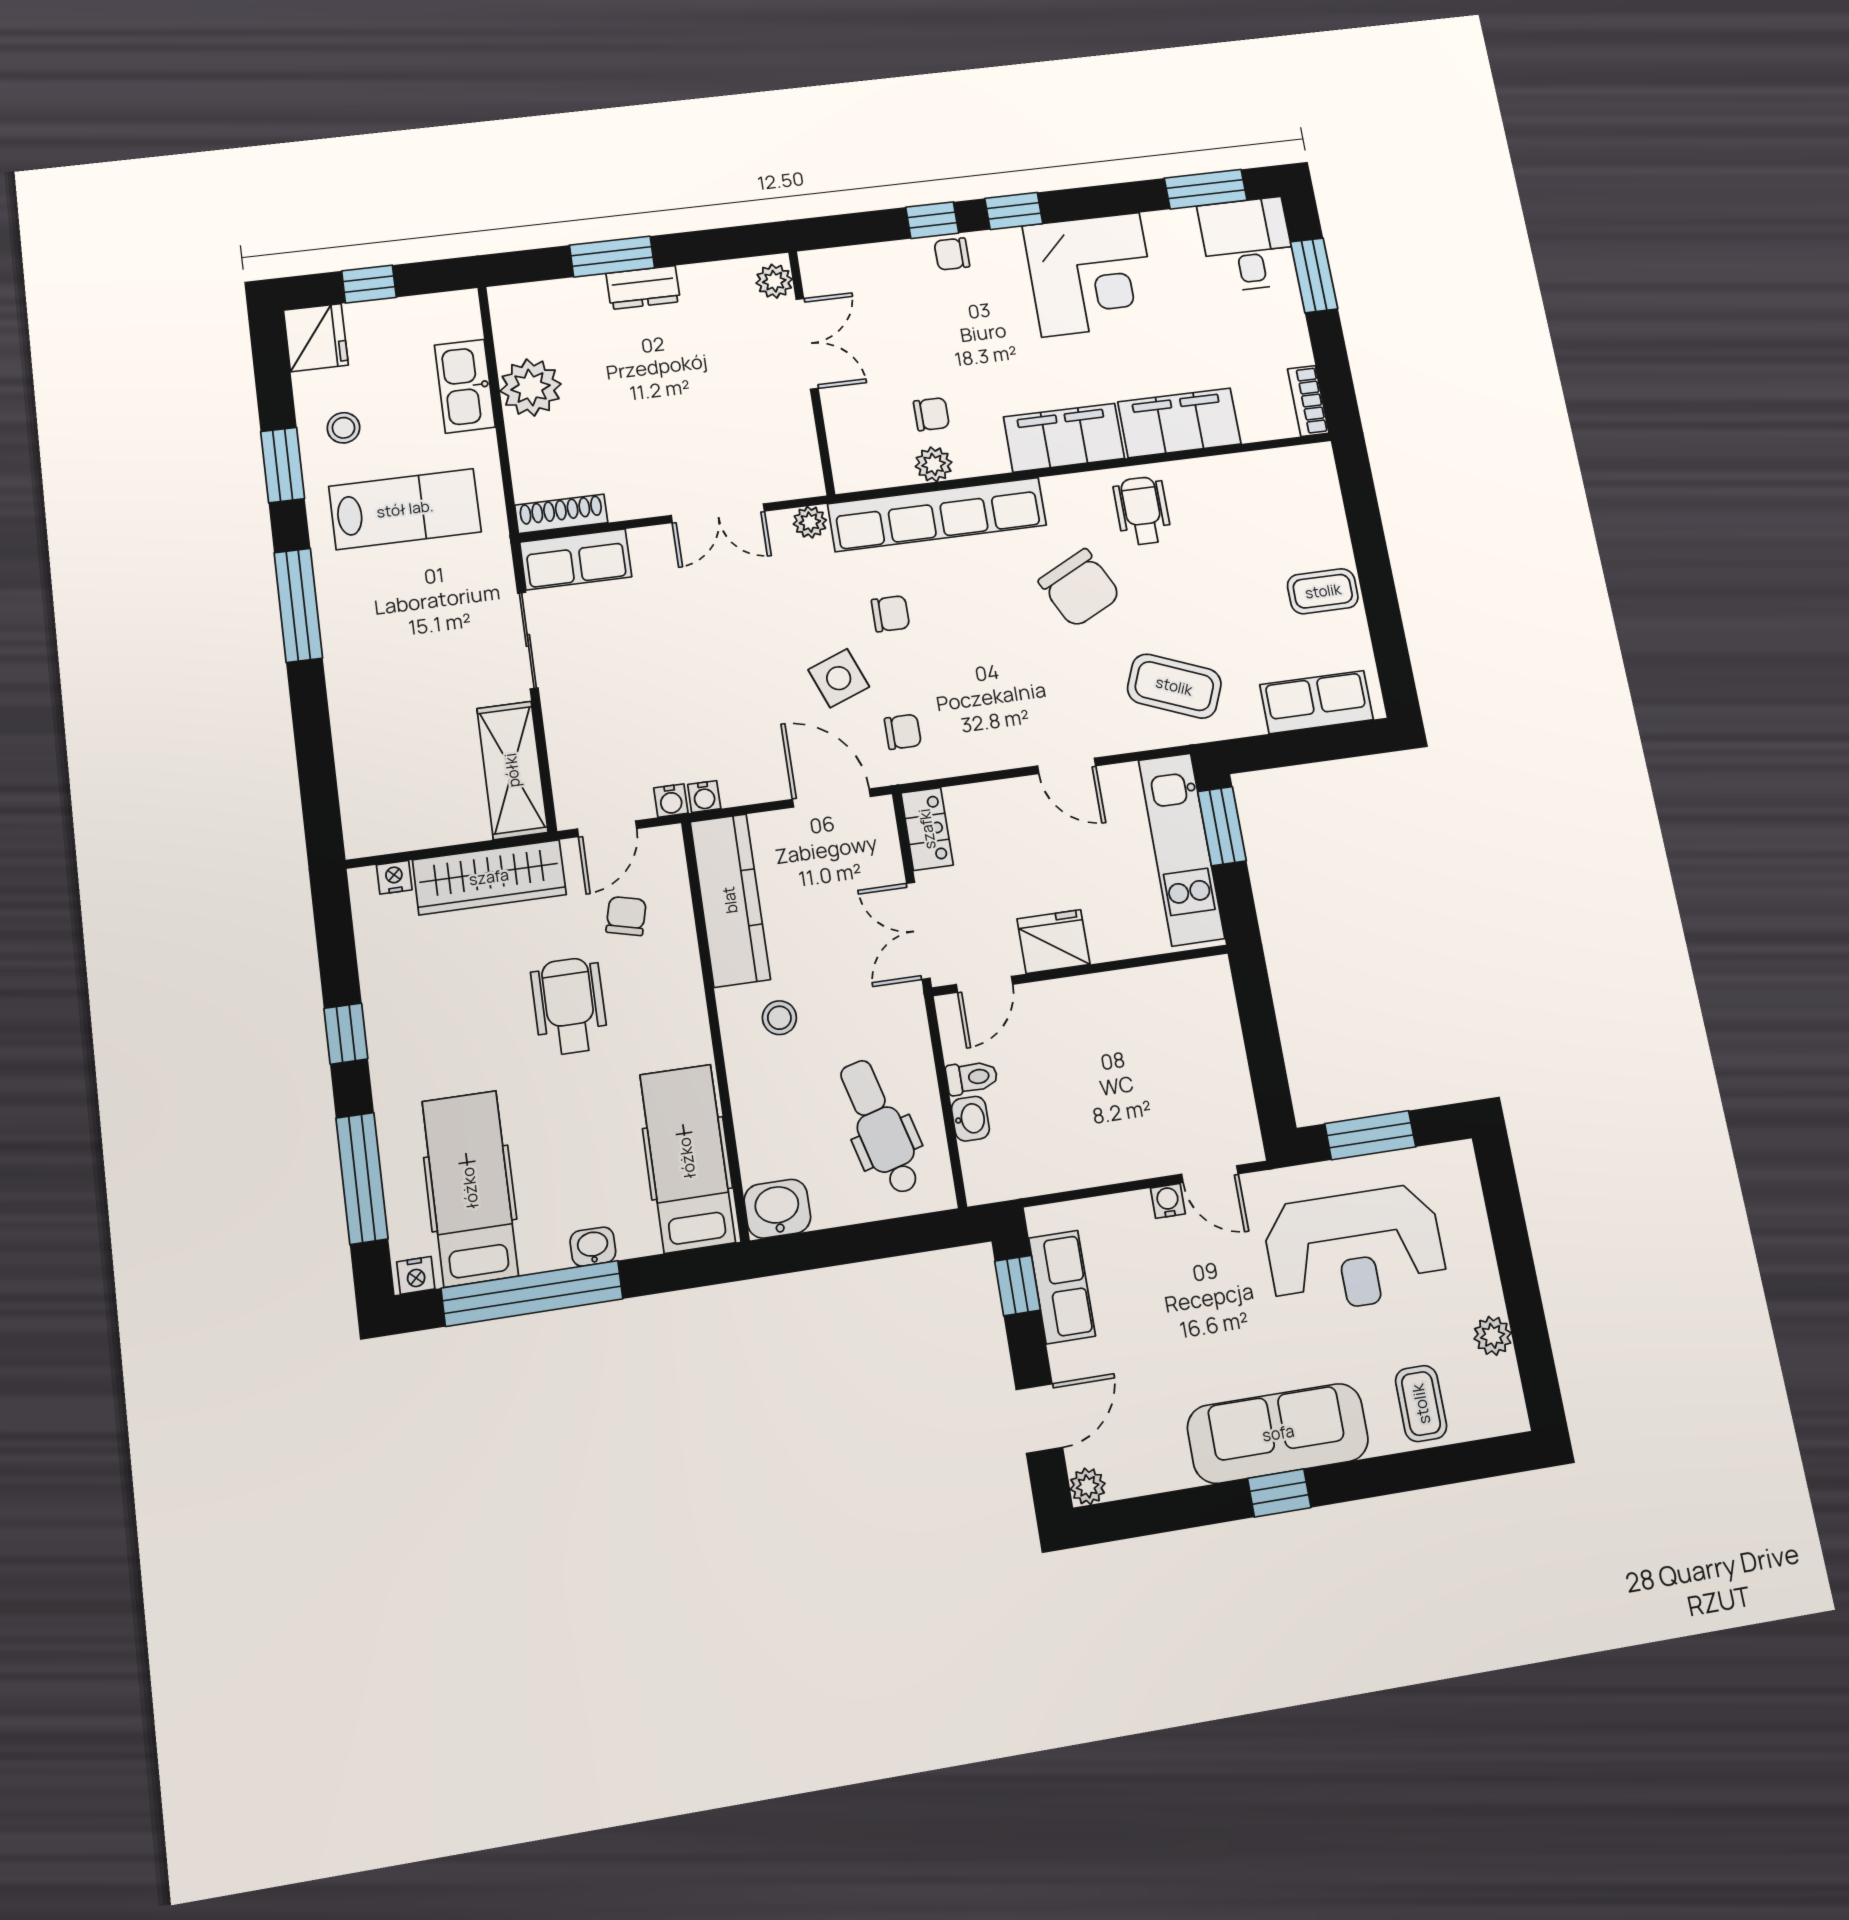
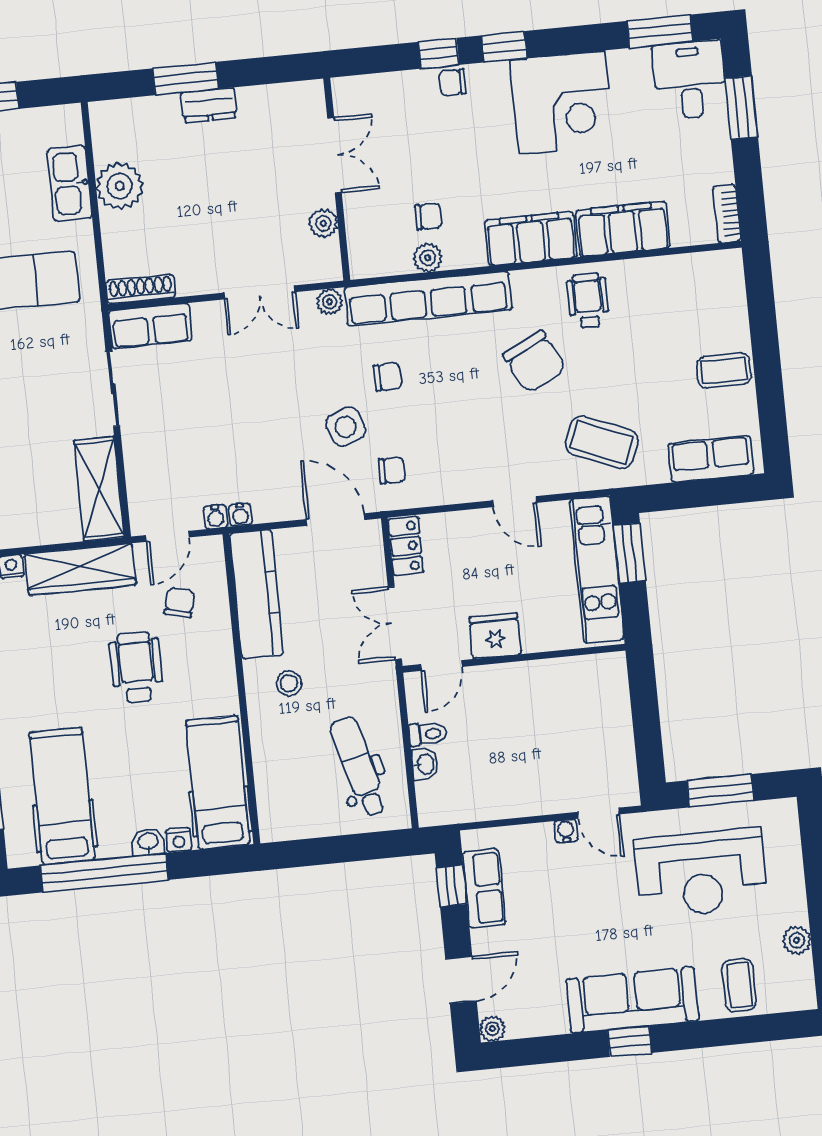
plant: (774, 281) -> (323, 223), moved
washbasin: (777, 1209) -> (281, 822), removed
nightstand: (416, 1275) -> (179, 840), moved

